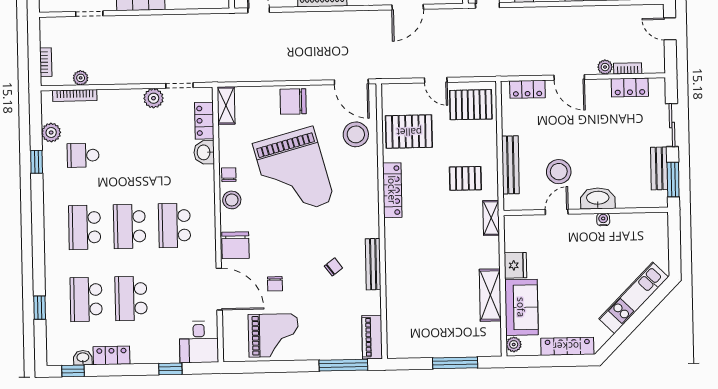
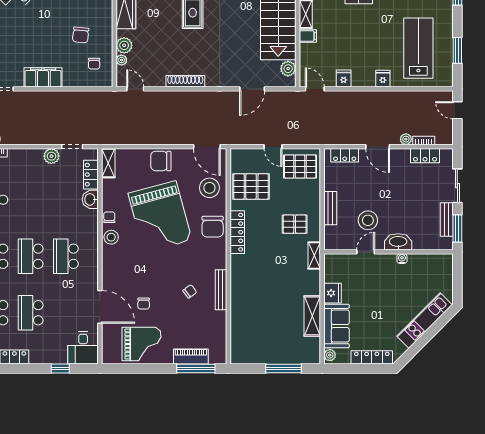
bench: (510, 165) -> (330, 208), width x0.73
chair: (235, 245) -> (213, 227), moved
piano: (372, 337) -> (191, 356), moved, turned 90

